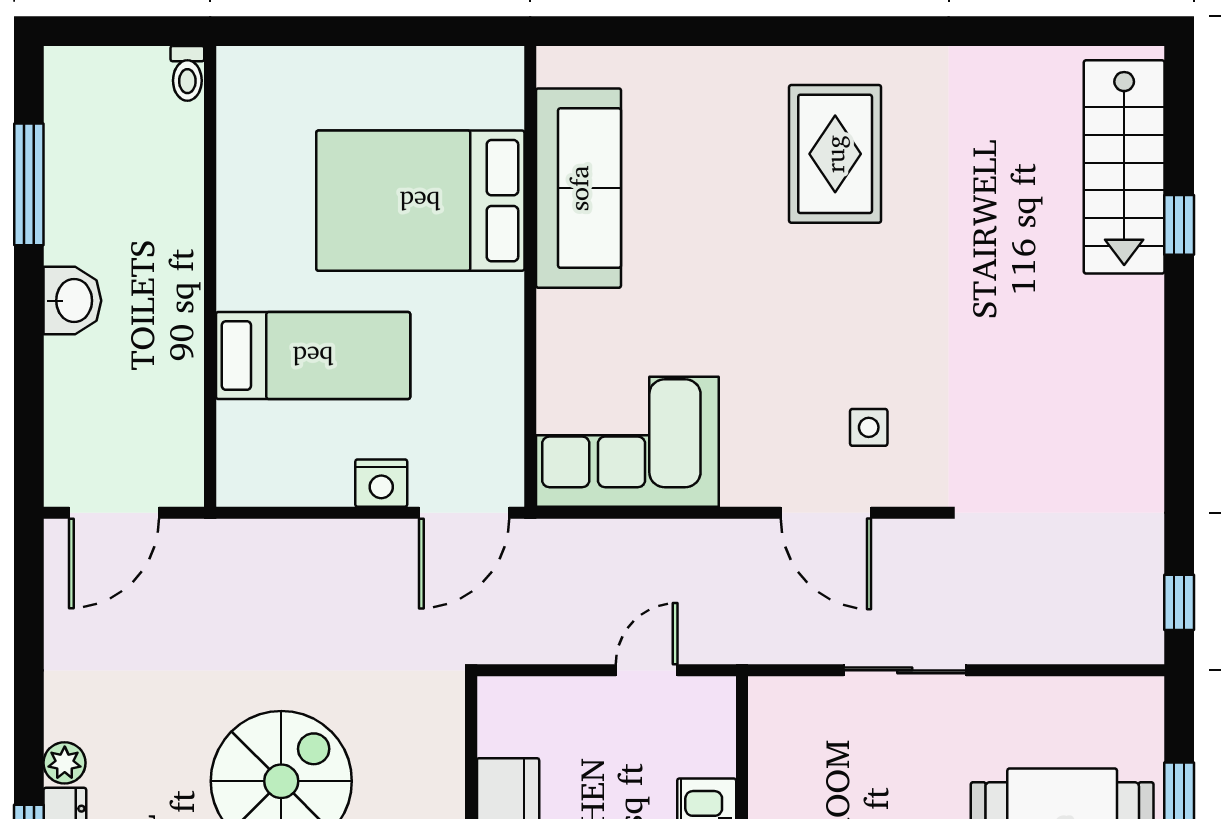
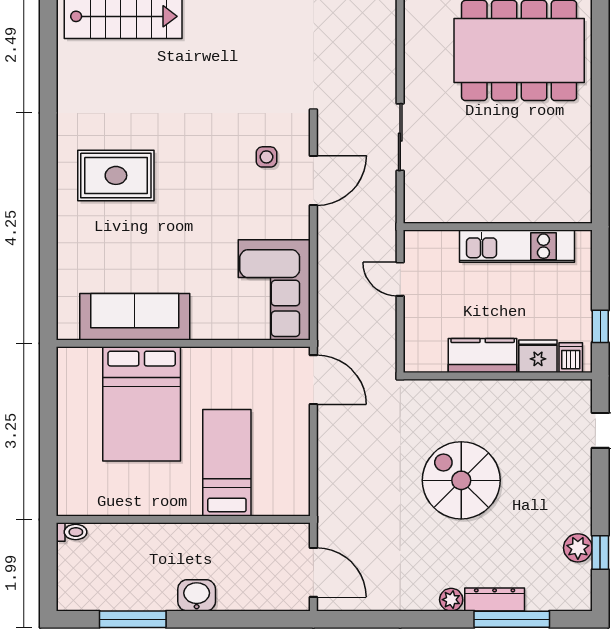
nightstand: (381, 483) -> (297, 425), removed

